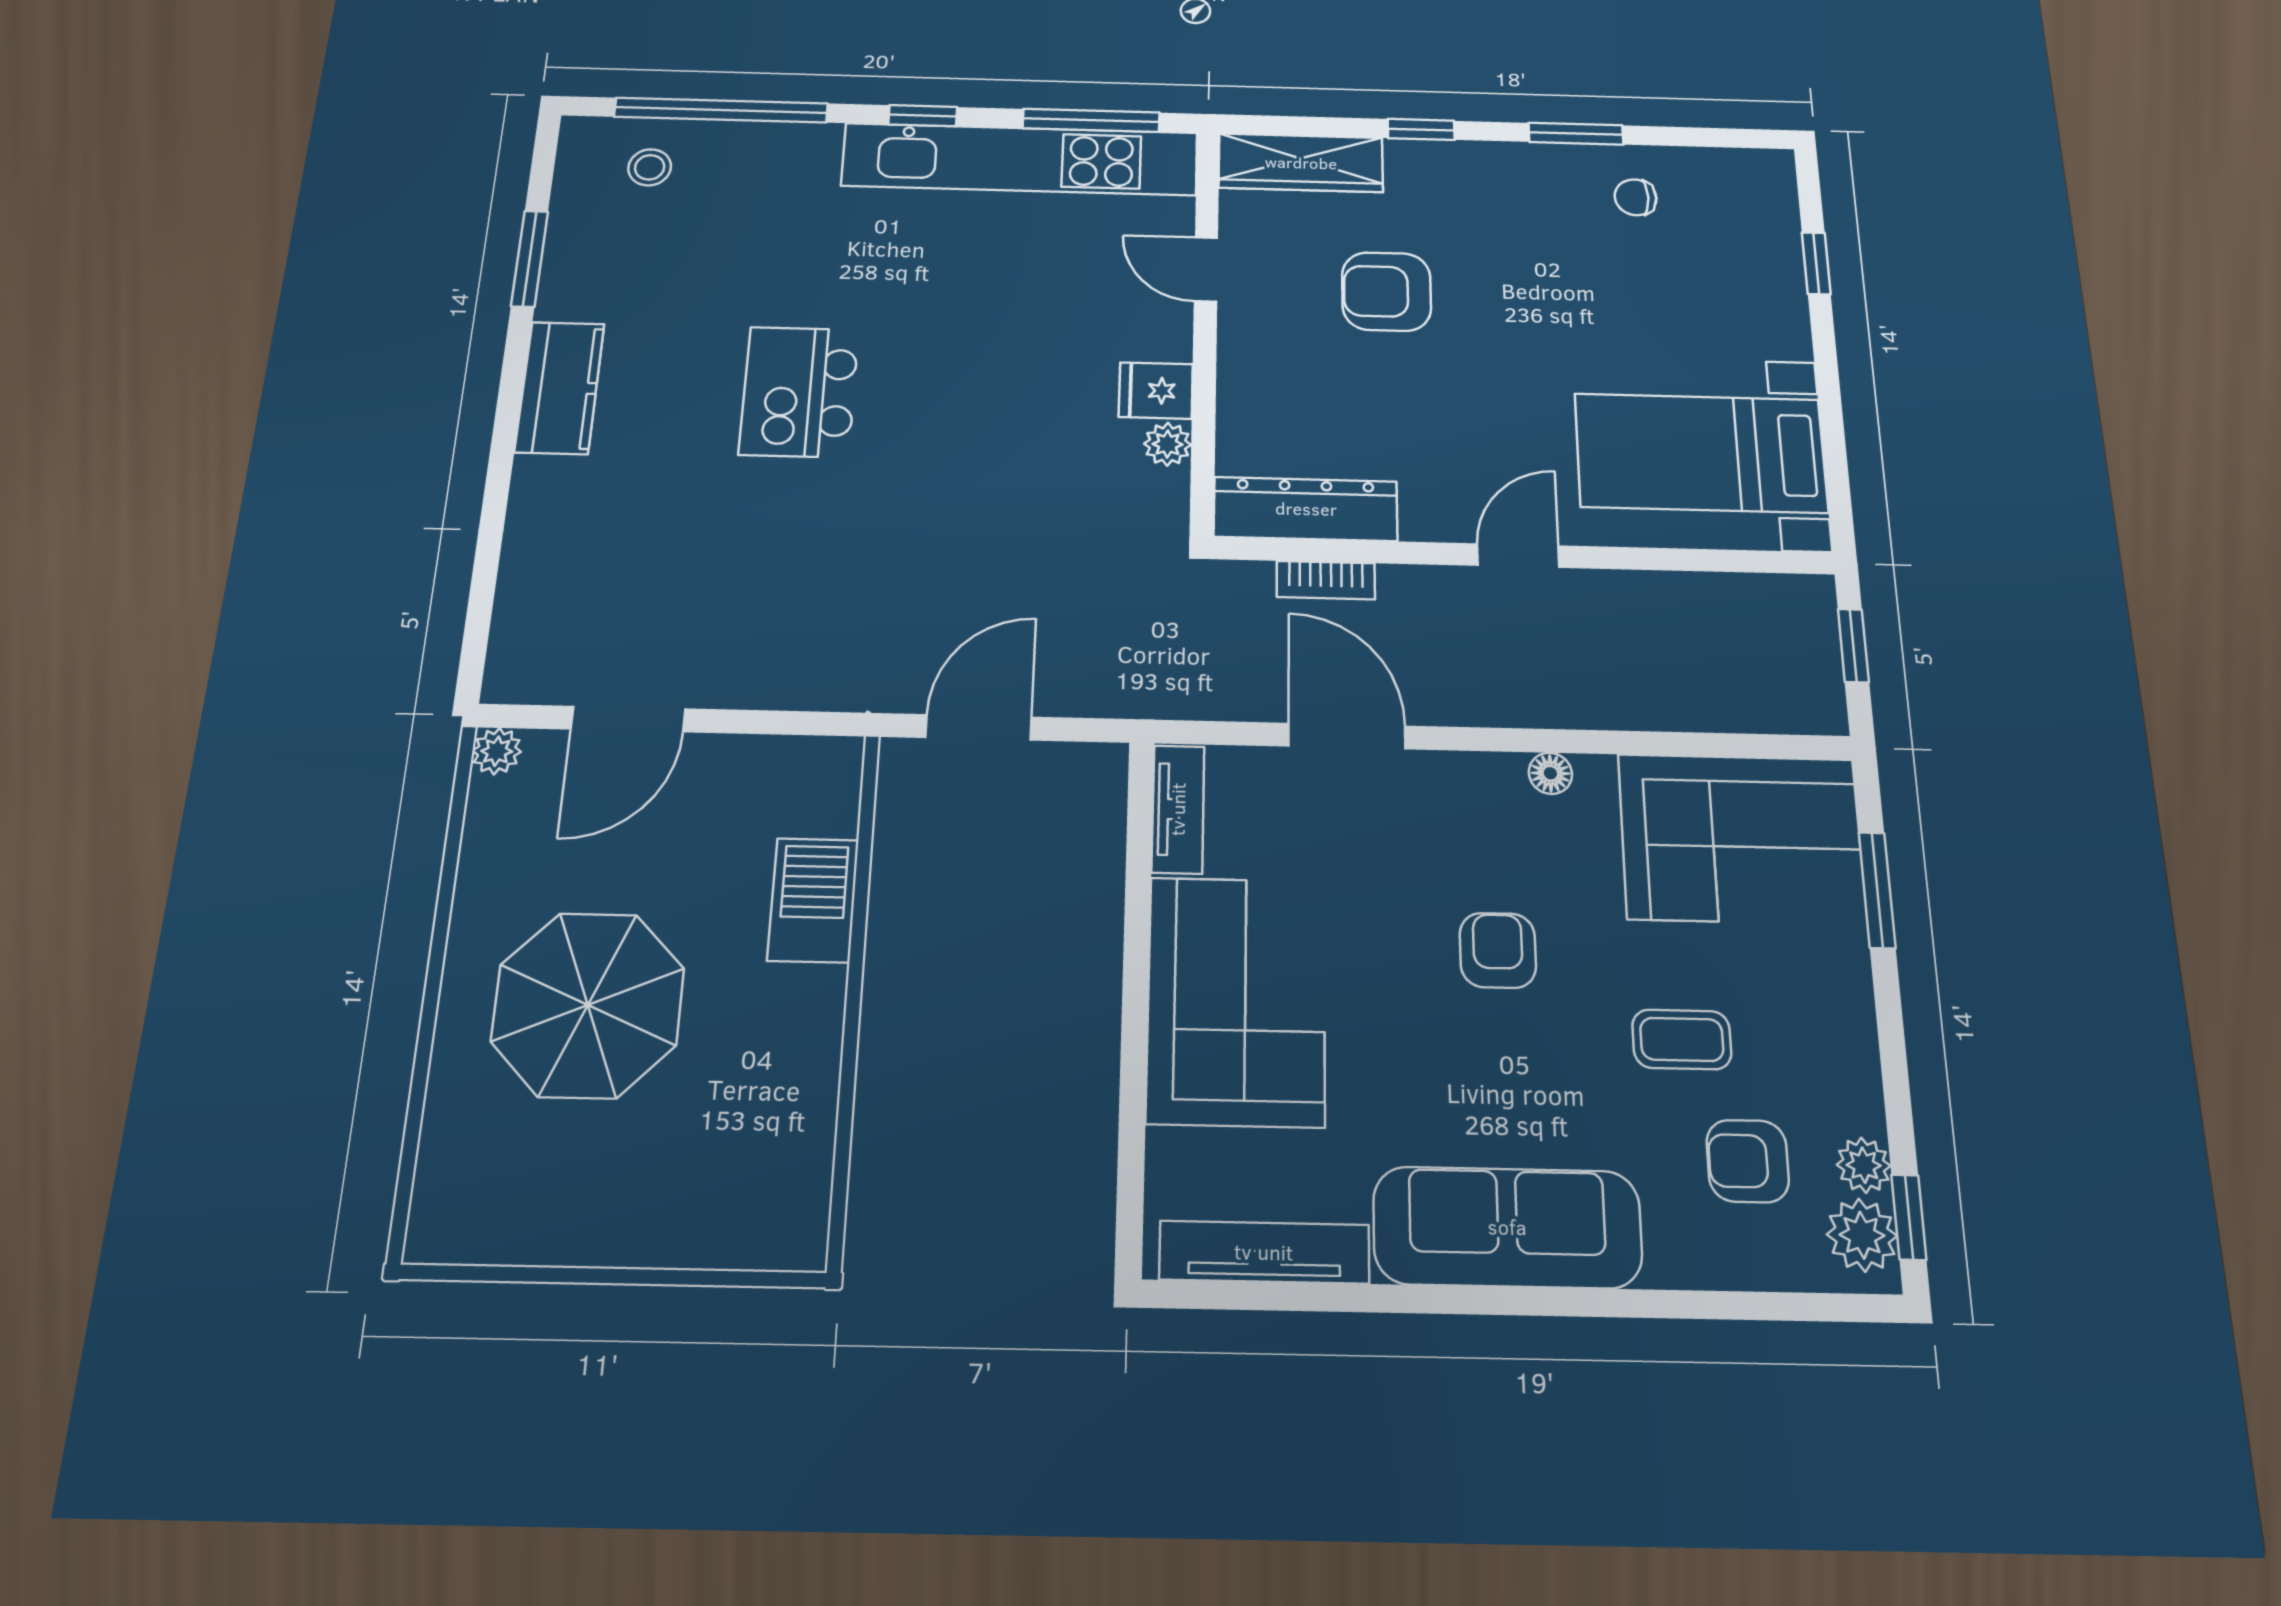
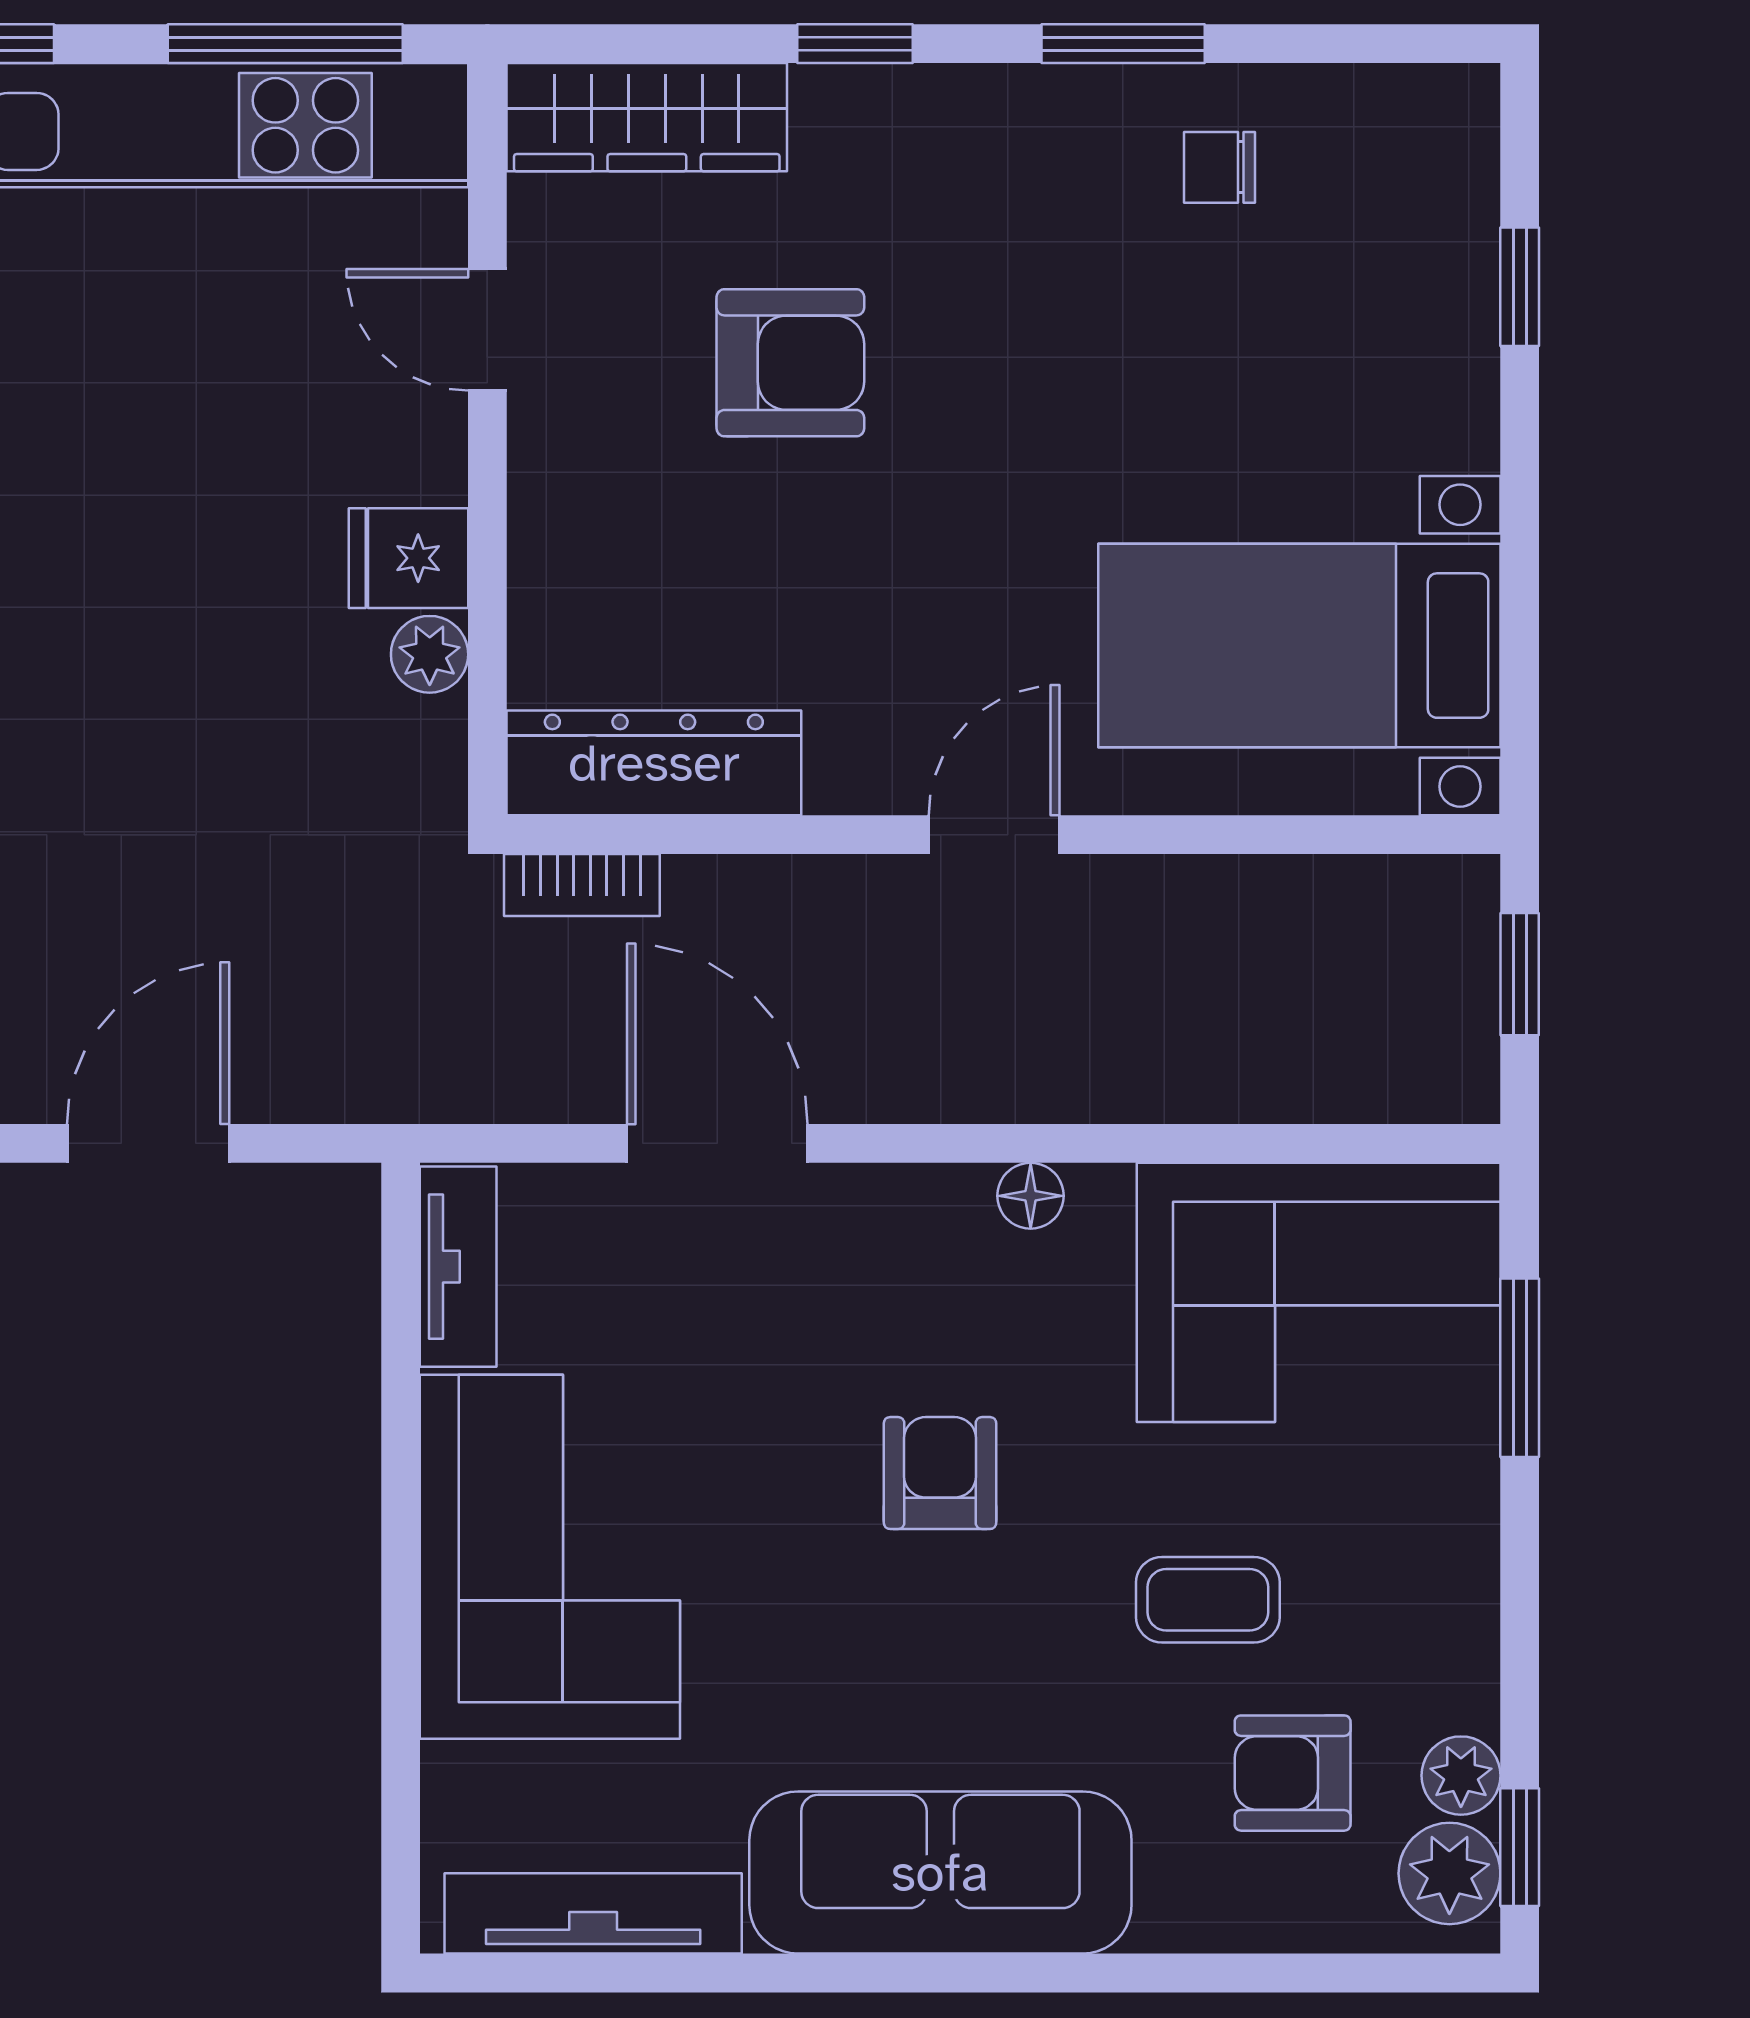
armchair: (1387, 292) -> (790, 363), turned 180
bookcase: (1326, 580) -> (582, 885), moved

